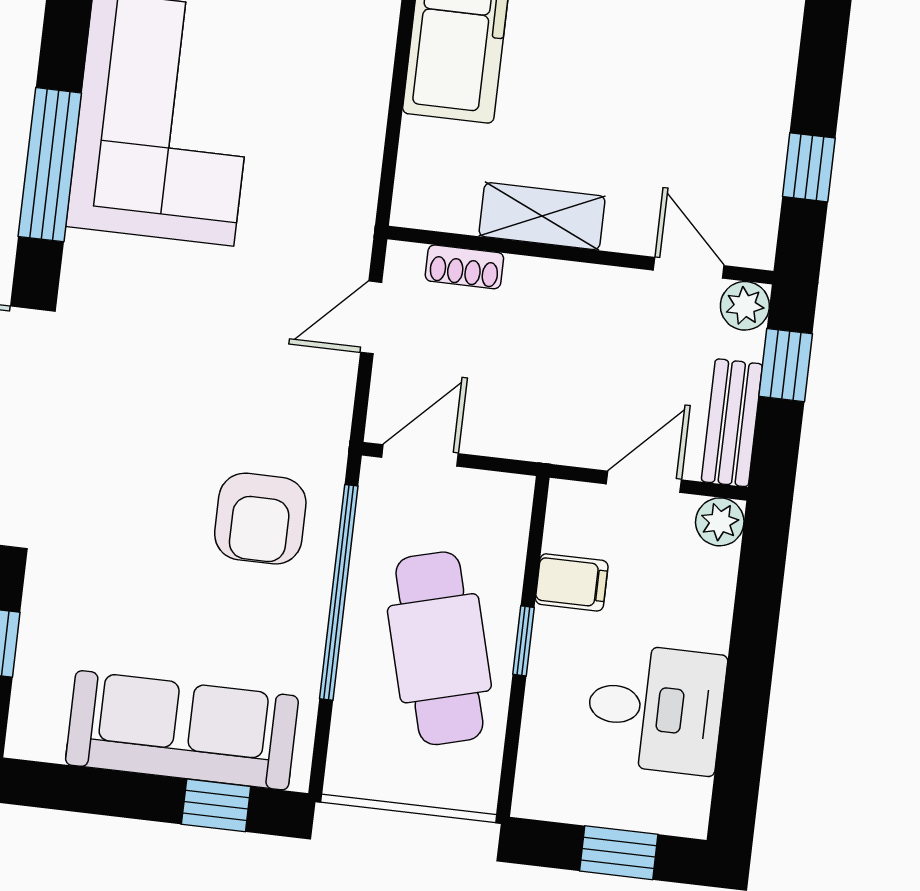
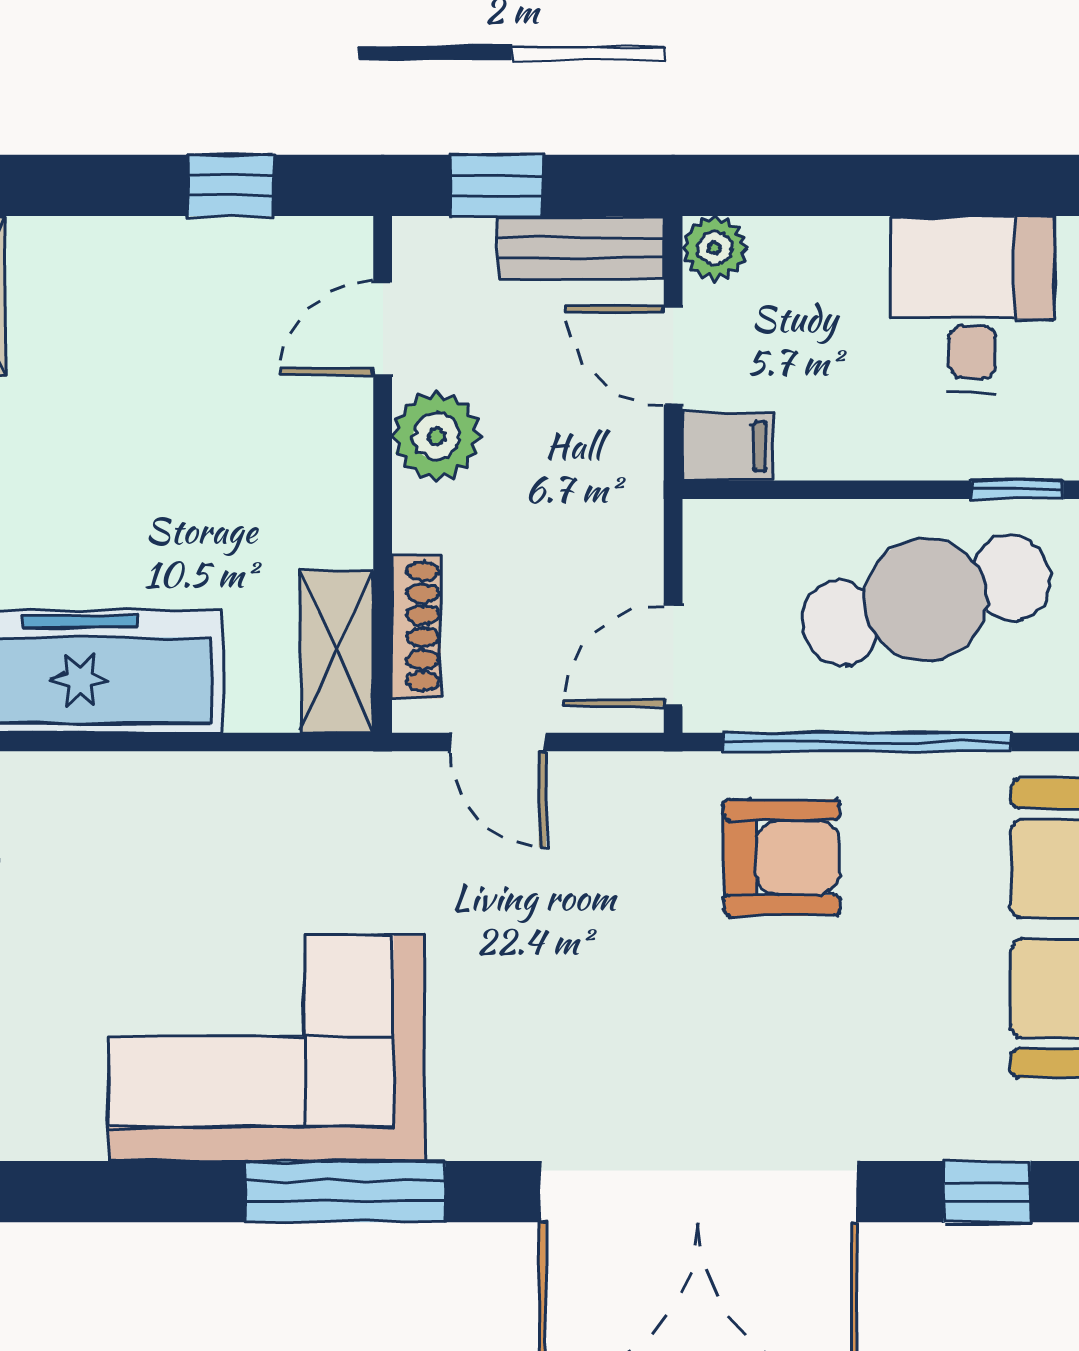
shelving: (542, 216) -> (337, 652), moved
shoe rack: (464, 267) -> (416, 626), width x1.43
plant: (745, 306) -> (437, 436), moved, width x1.38, depth x1.38
door: (420, 455) -> (673, 656), hinge flipped
filing cabinet: (572, 582) -> (728, 446), moved, turned 90
window: (524, 641) -> (1017, 490), moved

